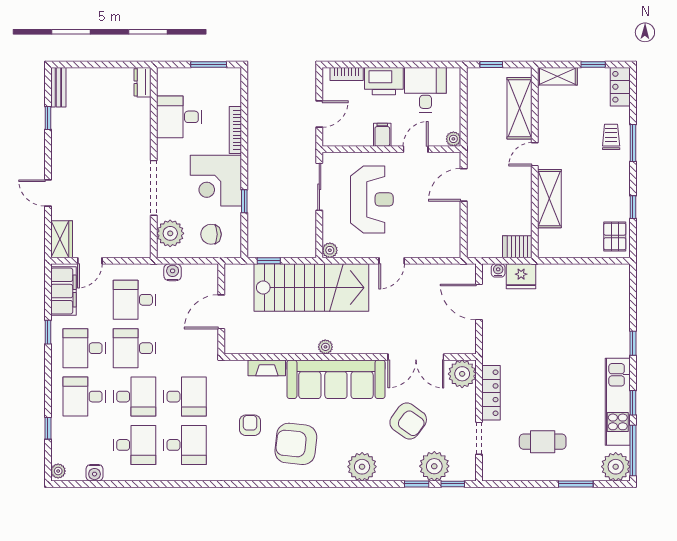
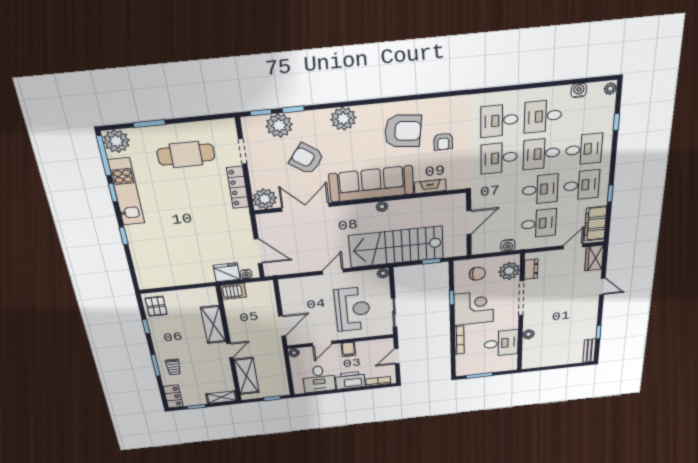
dresser: (142, 82) -> (531, 269), moved
plant: (143, 127) -> (529, 334), added
reception desk: (372, 199) -> (353, 309), turned 180
cafe table: (543, 442) -> (186, 154), width x1.37, depth x1.35

